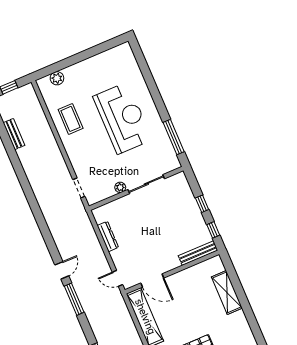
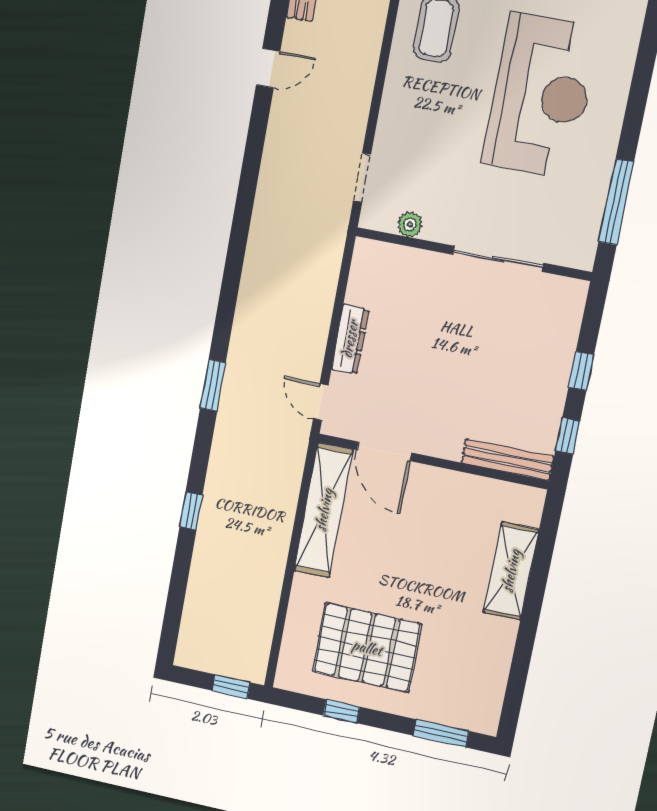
plant: (120, 187) -> (410, 224), moved
dresser: (108, 236) -> (350, 339), moved
door: (62, 270) -> (268, 68), moved
window: (74, 299) -> (213, 385), width x0.69

